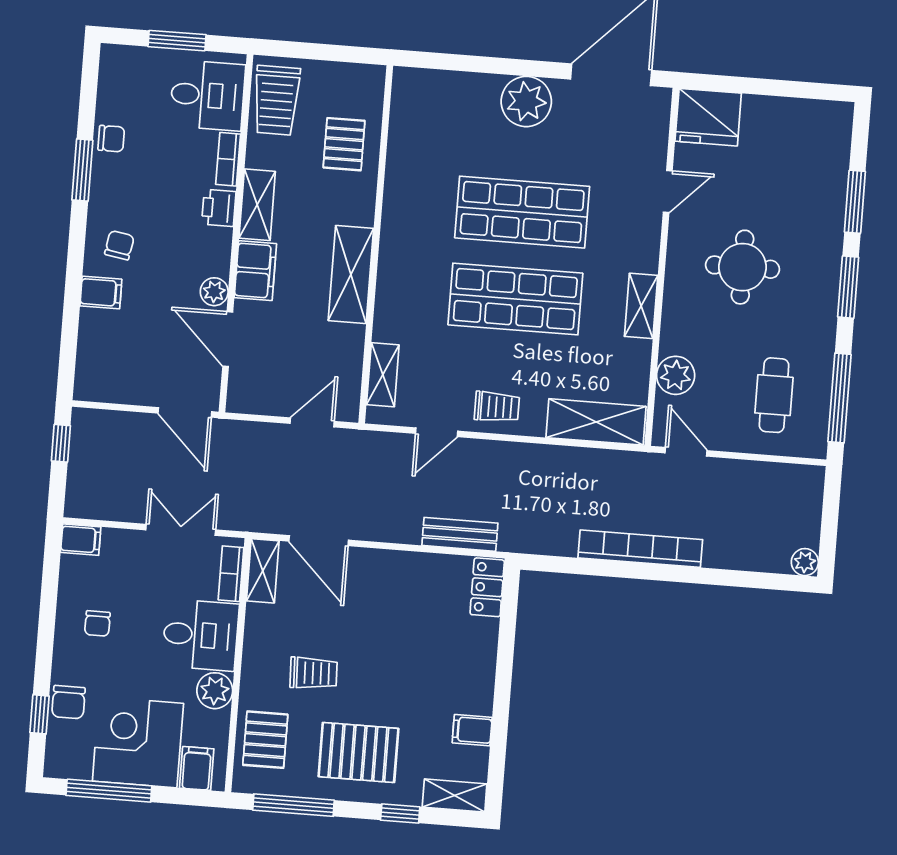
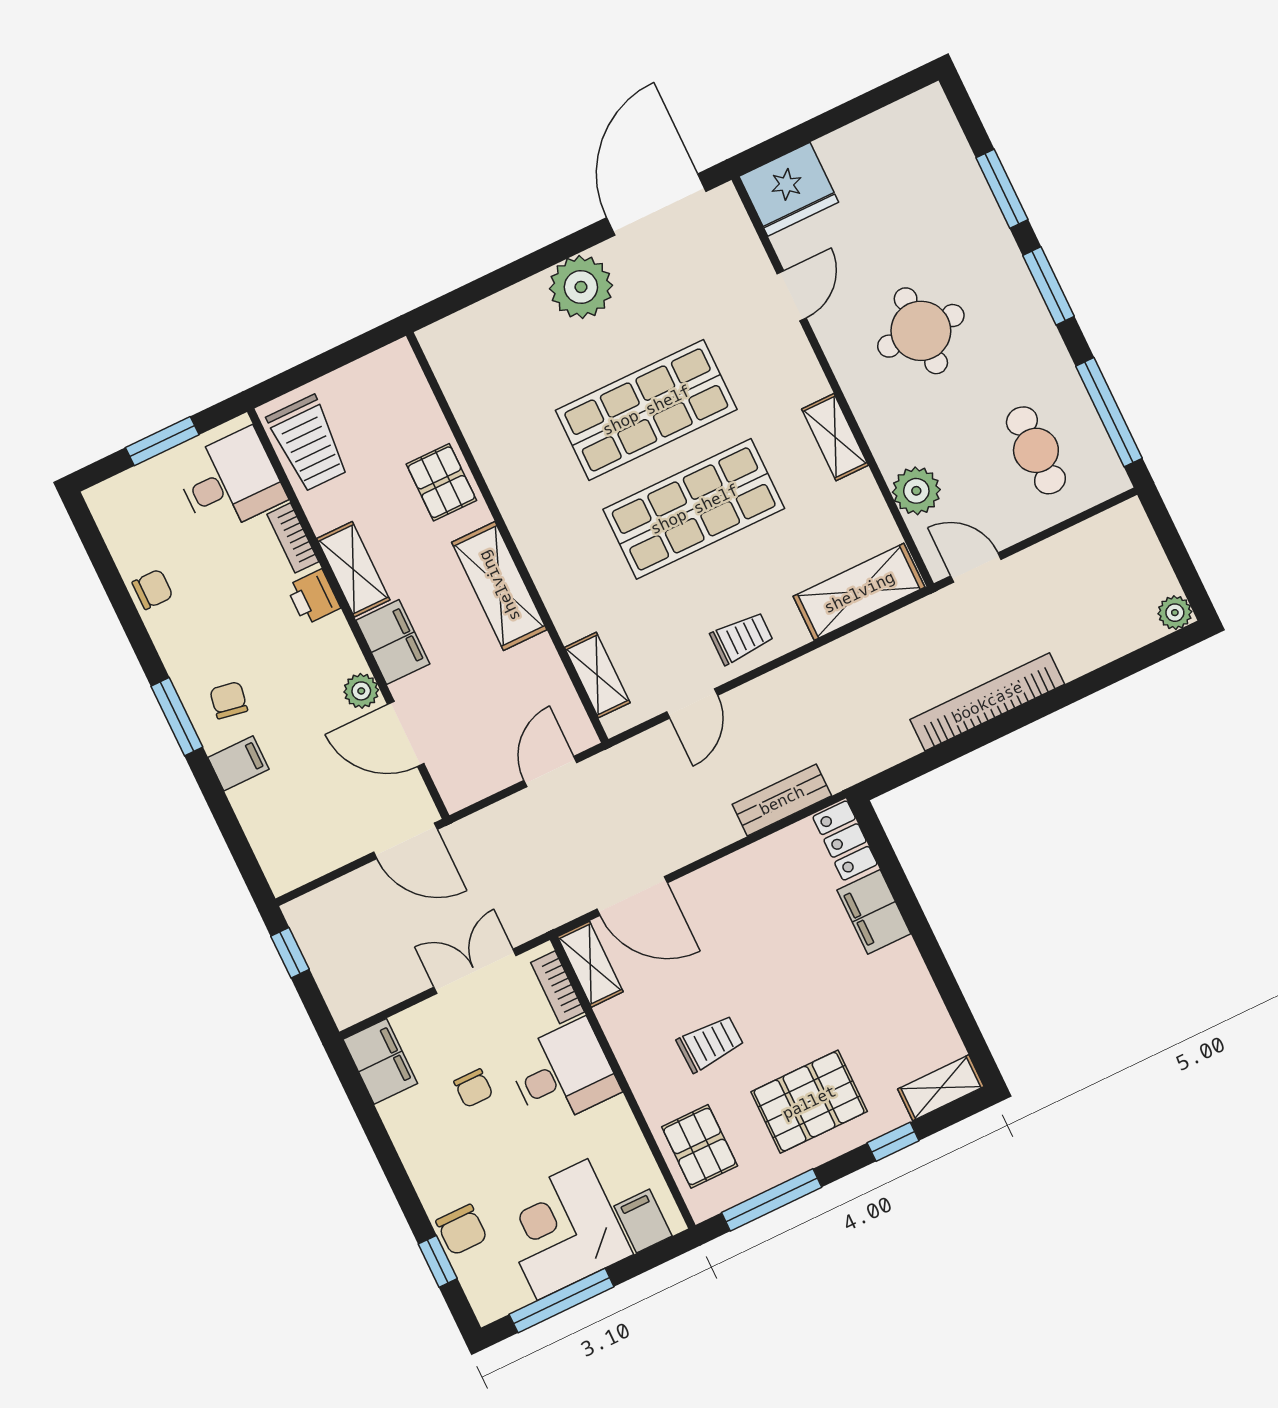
pallet: (344, 144) -> (441, 482), moved
window: (82, 170) -> (177, 717), moved
filing cabinet: (81, 540) -> (380, 1061), width x2.00
chair: (97, 623) -> (473, 1088), moved
plant: (215, 691) -> (614, 1125), removed
filing cabinet: (472, 730) -> (874, 912), moved, width x2.00

